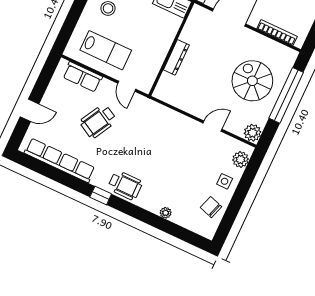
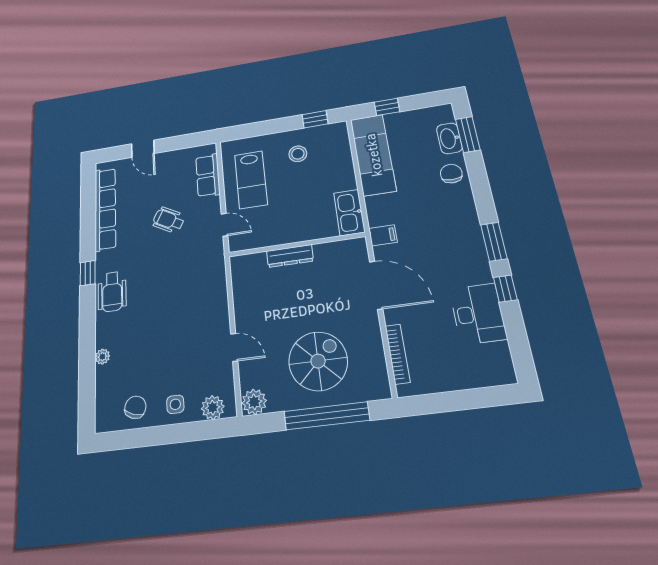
door: (127, 86) -> (225, 225), swing flipped
wheelchair: (98, 121) -> (169, 220), width x0.73, depth x0.73

